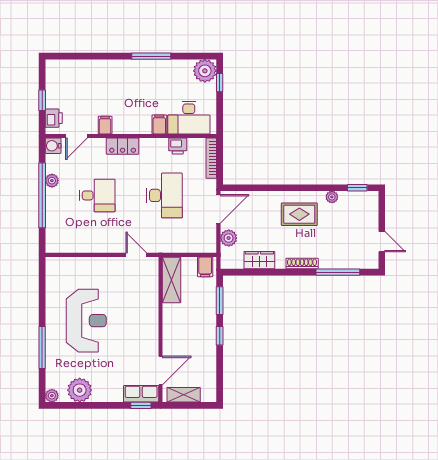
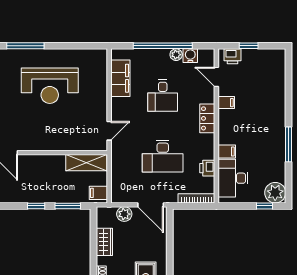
water cooler: (53, 146) -> (190, 56), moved
filing cabinet: (78, 242) -> (120, 78), added

